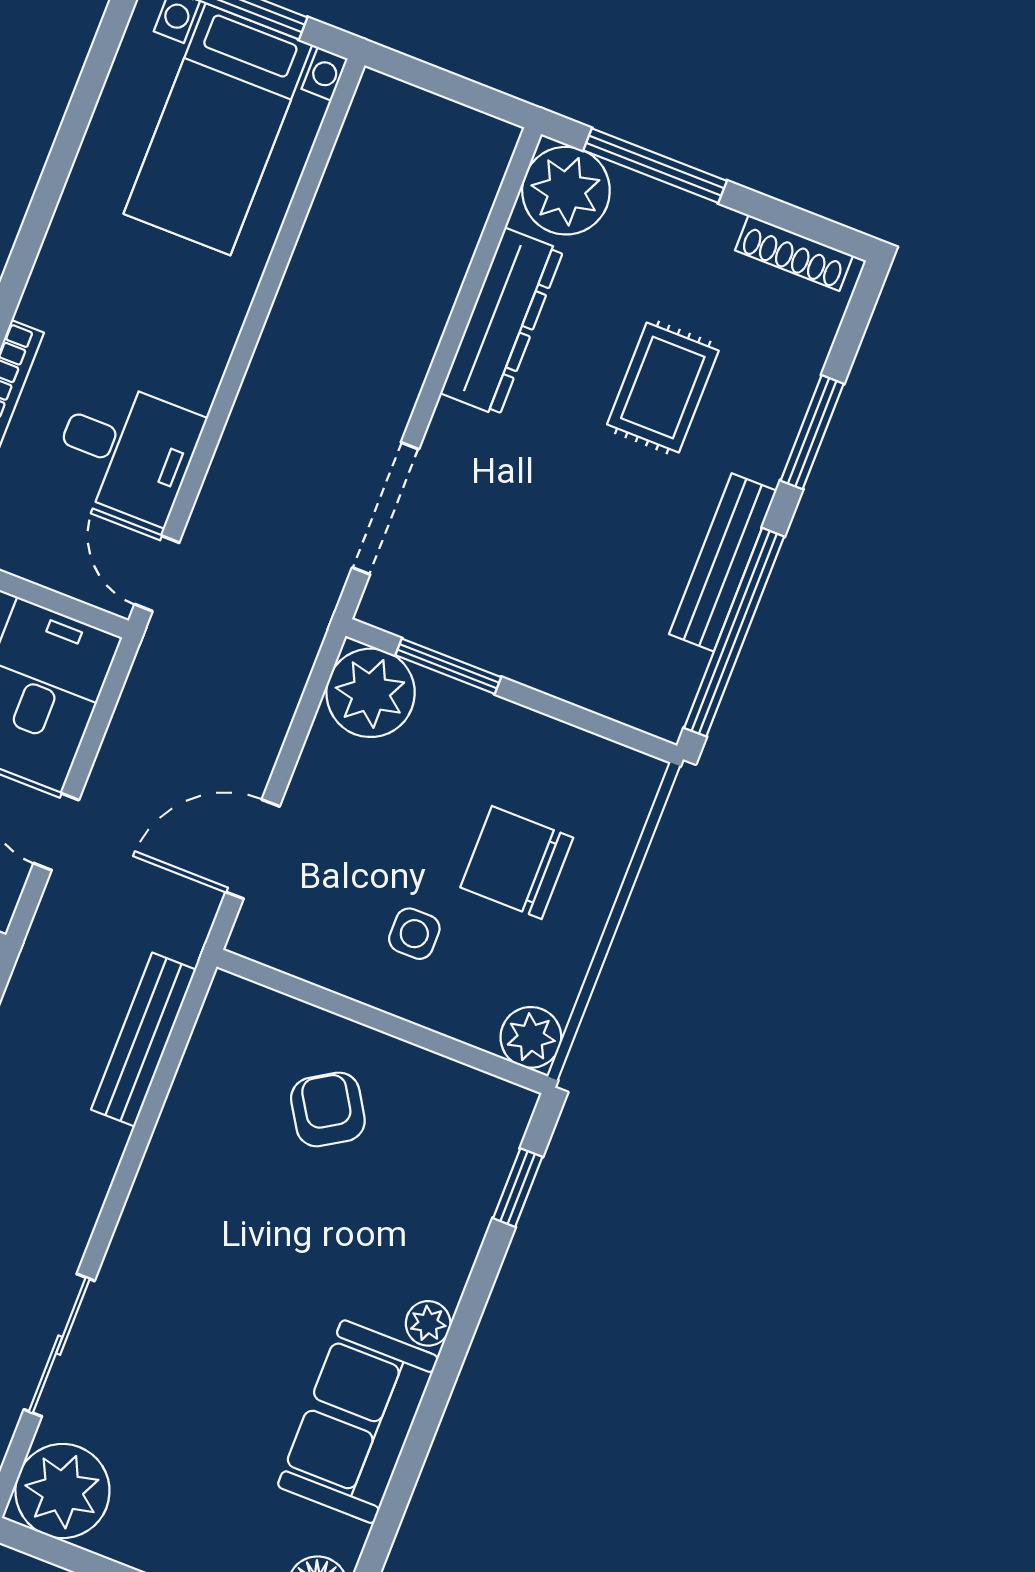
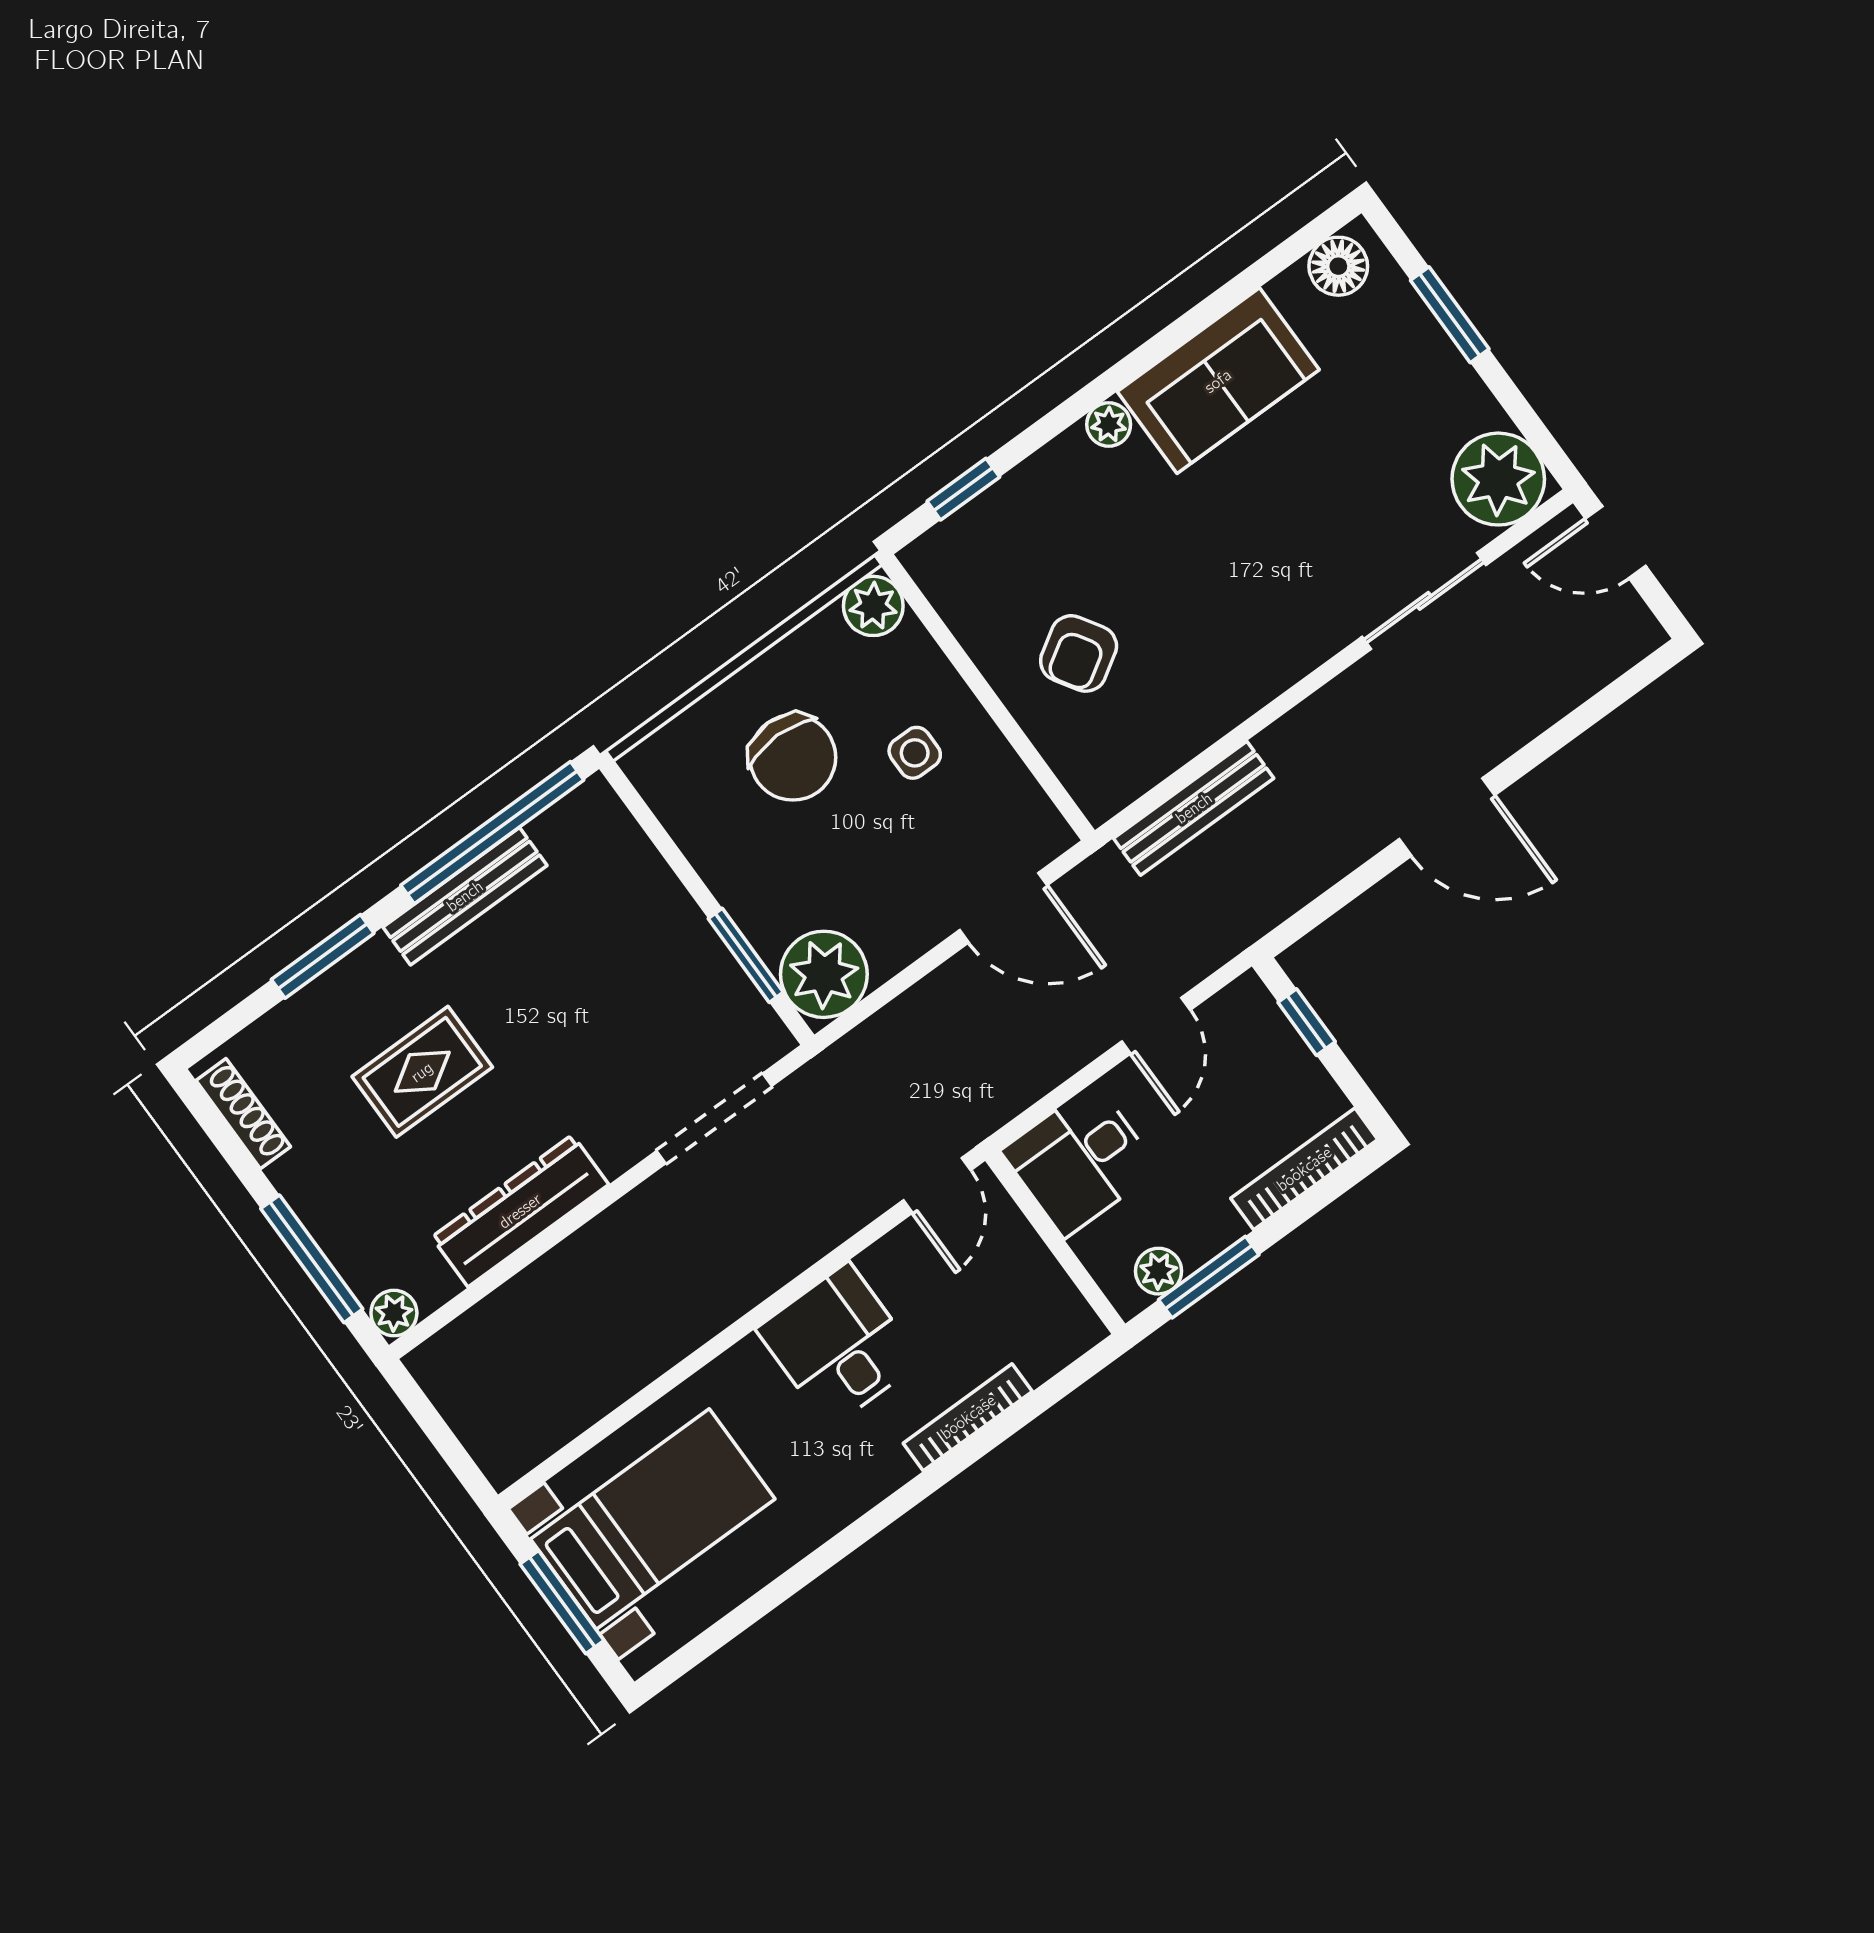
plant: (566, 191) -> (394, 1313), width x0.53, depth x0.53
desk: (127, 450) -> (839, 1345), moved

